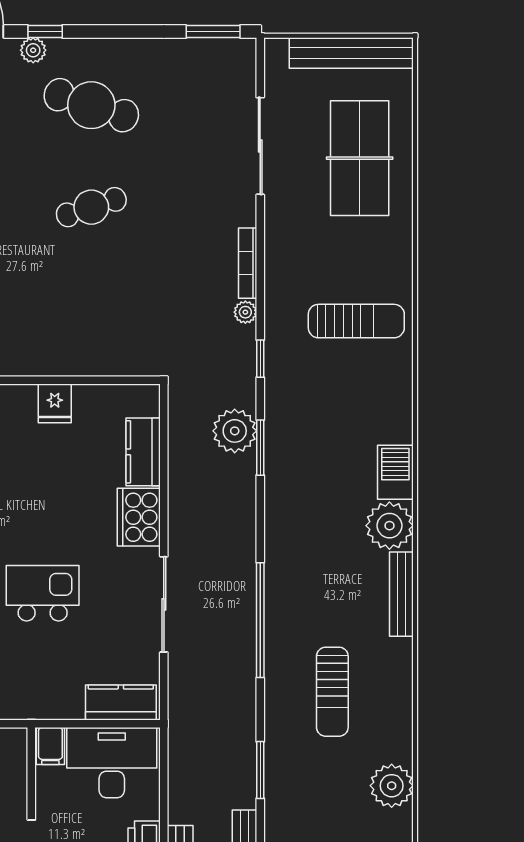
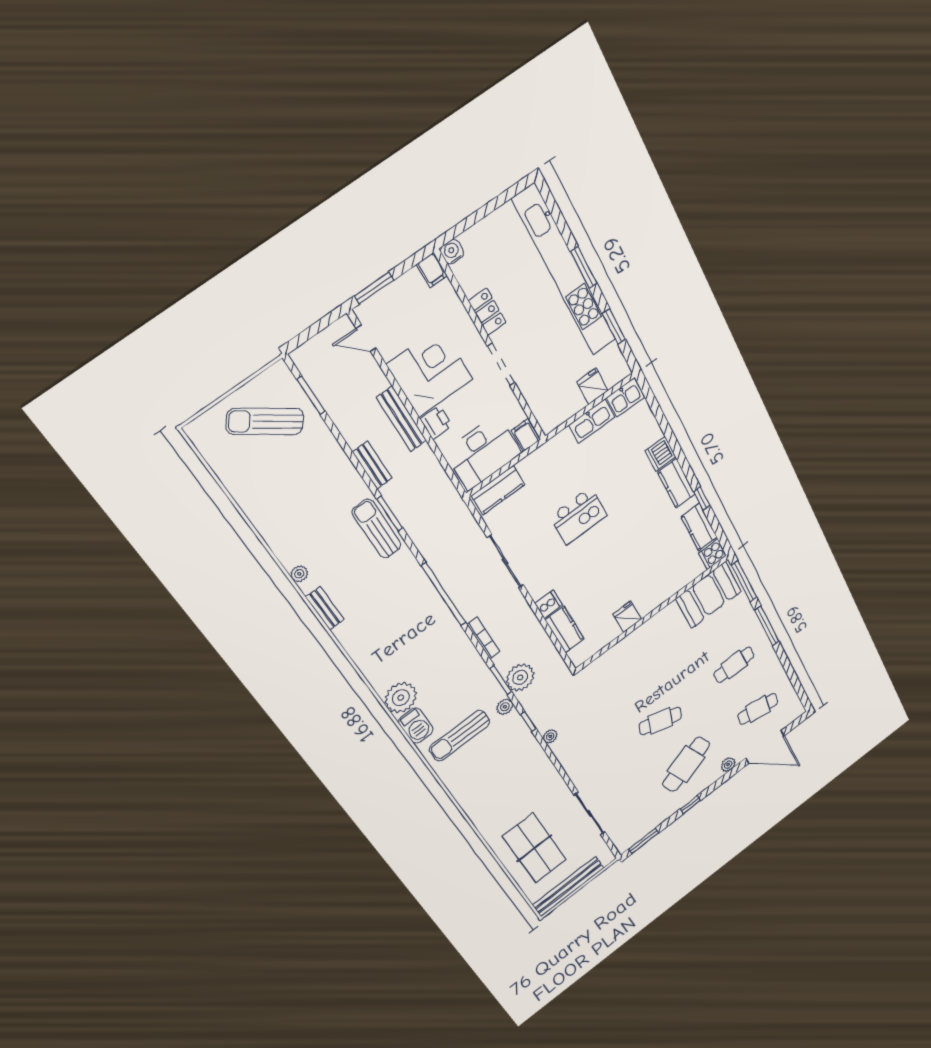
window: (45, 31) -> (690, 805), moved
cafe table: (91, 105) -> (686, 764), turned -39
cafe table: (91, 207) -> (660, 721), turned 36
bookcase: (248, 263) -> (484, 638), moved
sun lounger: (356, 321) -> (460, 735), moved
plant: (277, 405) -> (505, 707), added
cooker: (139, 517) -> (549, 604), width x0.53, depth x0.76
bench: (401, 594) -> (325, 608), moved, width x0.73
sun lounger: (332, 692) -> (377, 529), moved
plant: (392, 786) -> (299, 574), width x0.53, depth x0.53

